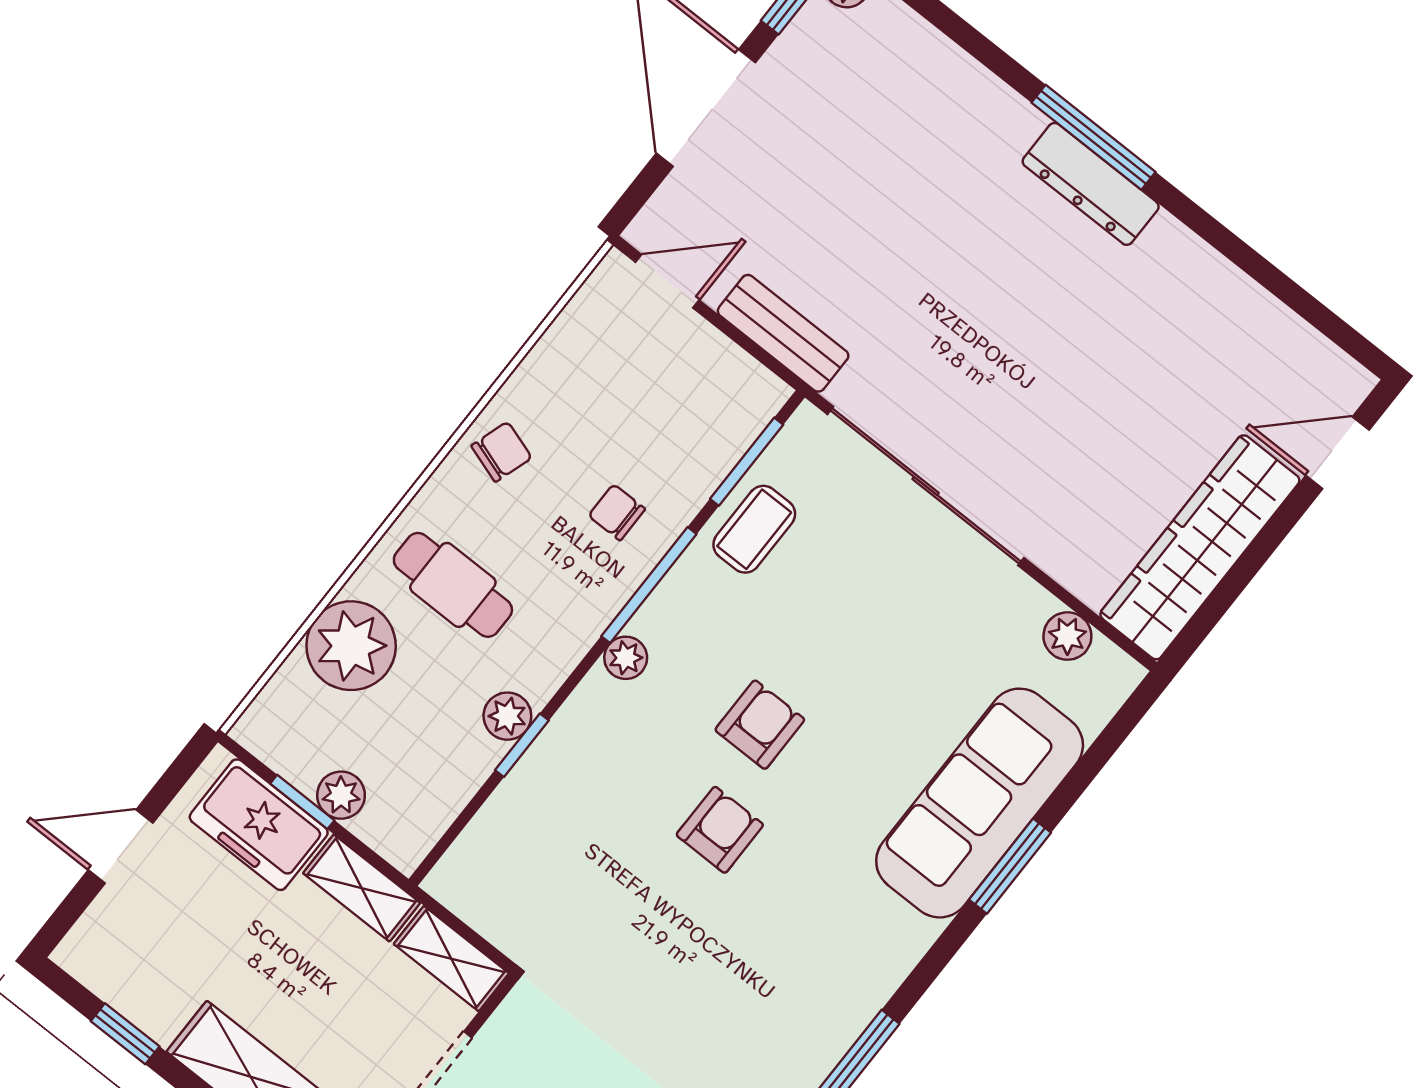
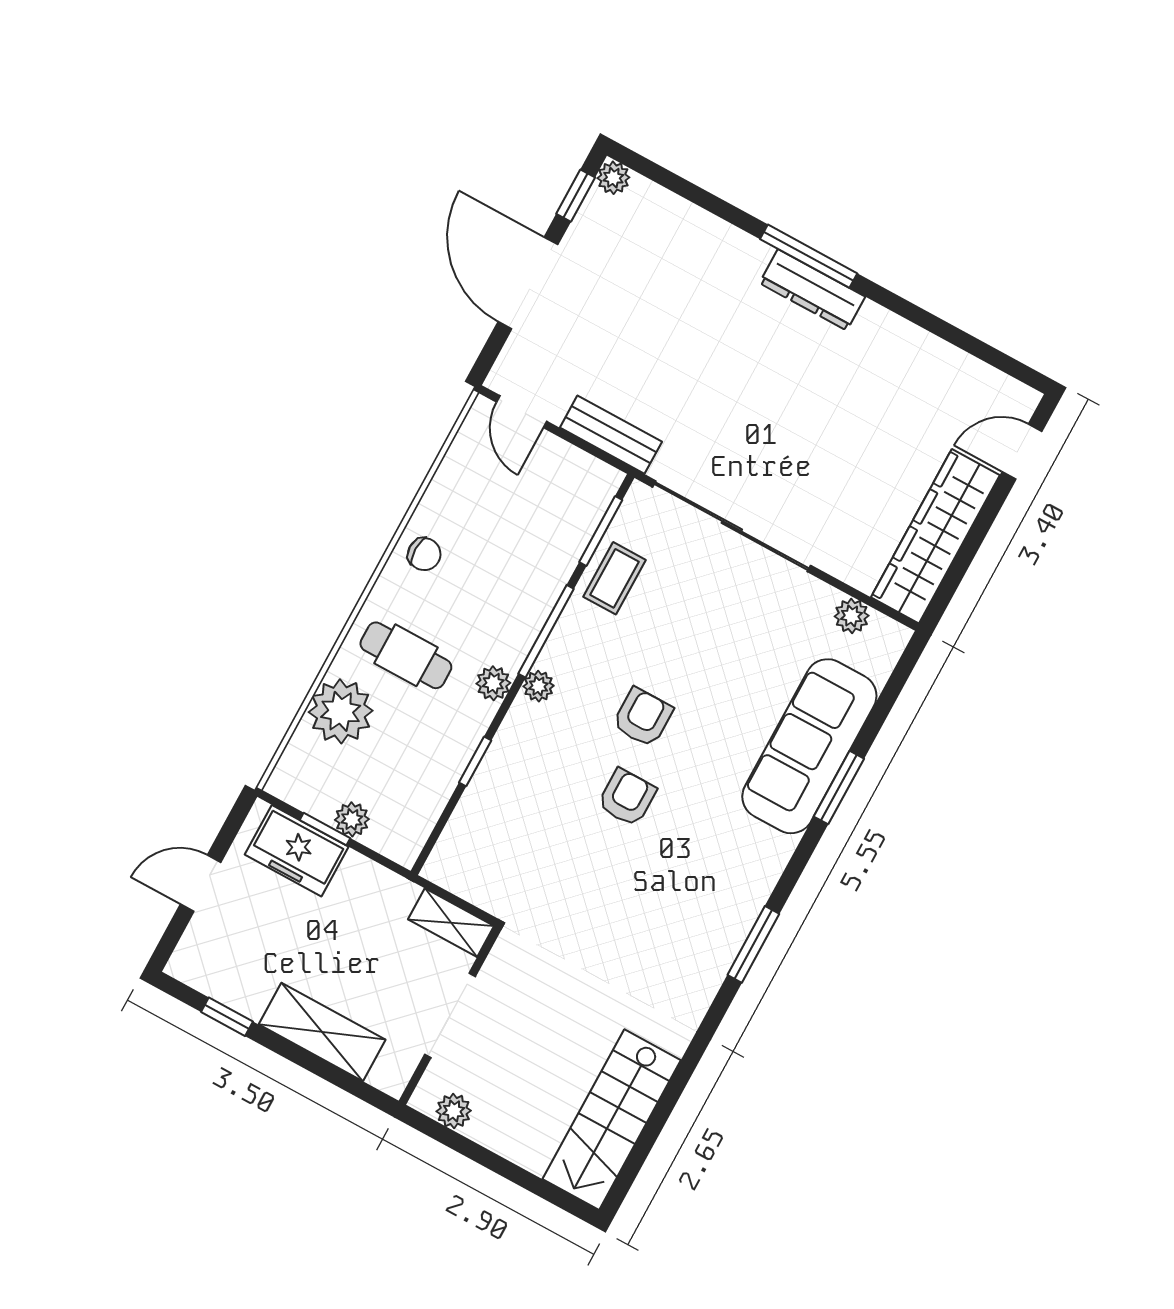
door: (667, 281) -> (522, 412), swing flipped
chair: (502, 452) -> (424, 554), turned 72
chair: (617, 512) -> (514, 583), removed
plant: (507, 716) -> (493, 683), moved
shelving: (362, 888) -> (378, 883), removed

